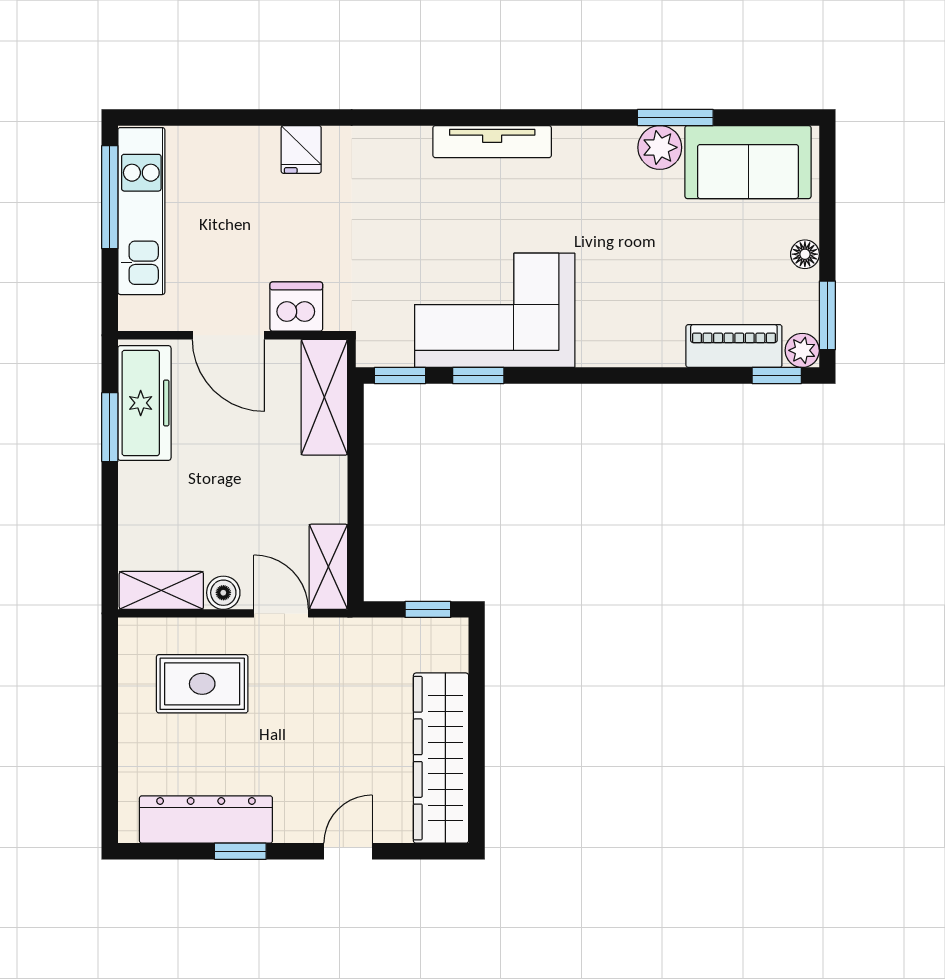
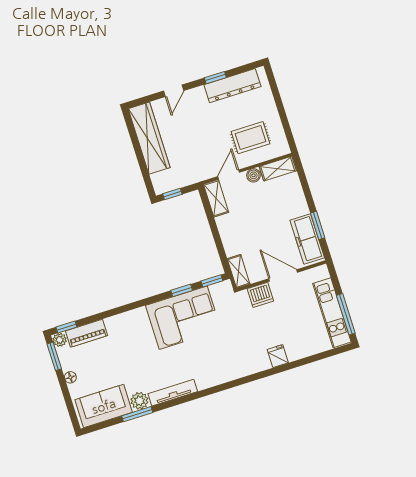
tv unit: (492, 142) -> (173, 393), moved
shelving: (324, 397) -> (239, 271), width x0.67, depth x0.75
door: (281, 613) -> (229, 174), swing flipped

